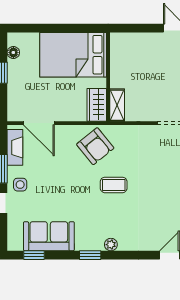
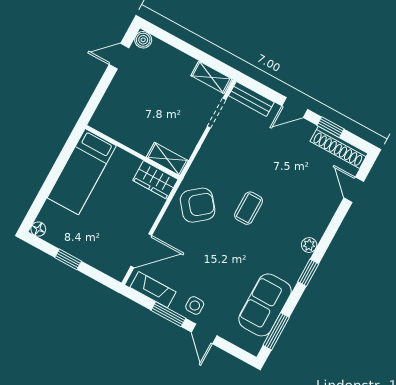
floor lamp: (13, 53) -> (38, 229), moved
bed: (73, 55) -> (82, 172), width x0.67
window: (34, 255) -> (276, 331), width x1.50

